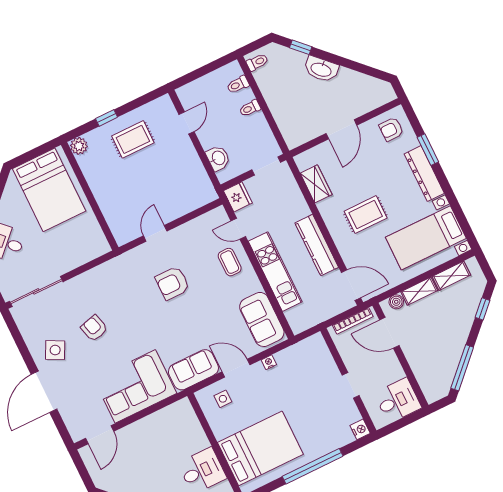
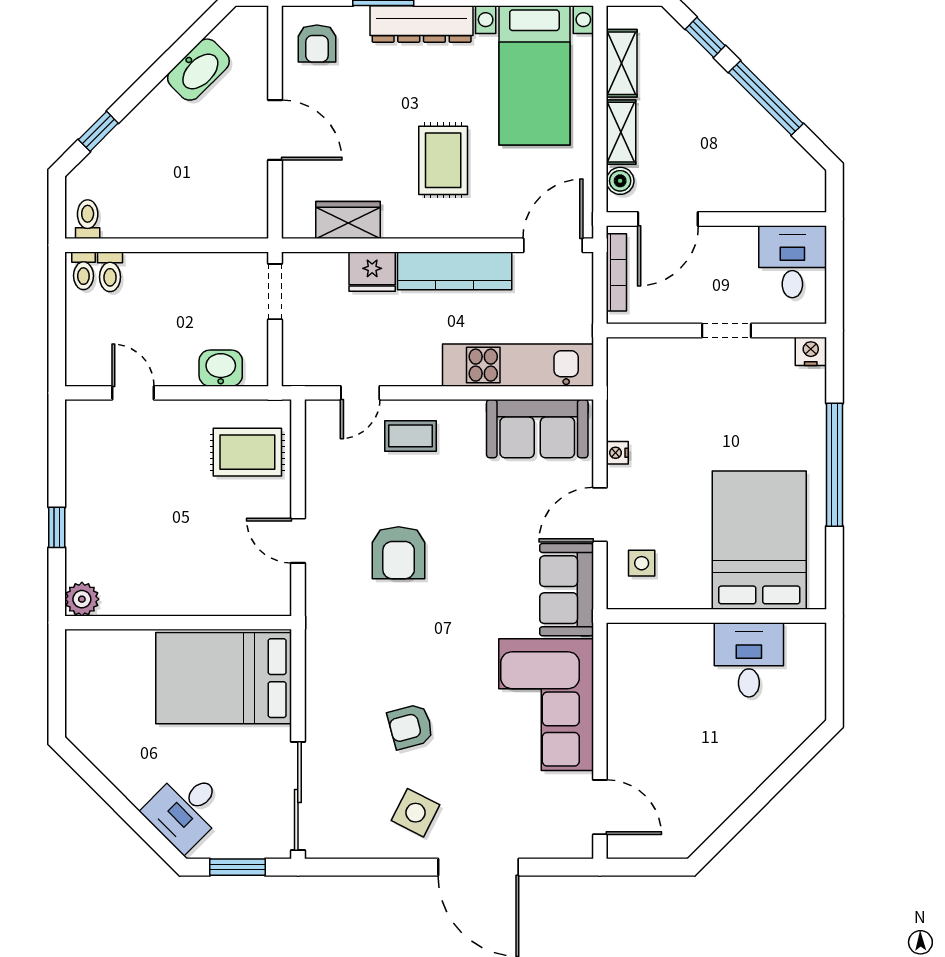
washbasin: (321, 69) -> (198, 70), moved
toilet: (250, 108) -> (83, 271), moved
rug: (133, 139) -> (247, 452), moved, turned 90
bed: (49, 190) -> (224, 678), moved, turned 180
fridge: (238, 197) -> (372, 272), moved, turned 180
kitchen unit: (275, 272) -> (518, 365), moved
window: (462, 368) -> (766, 98), moved

